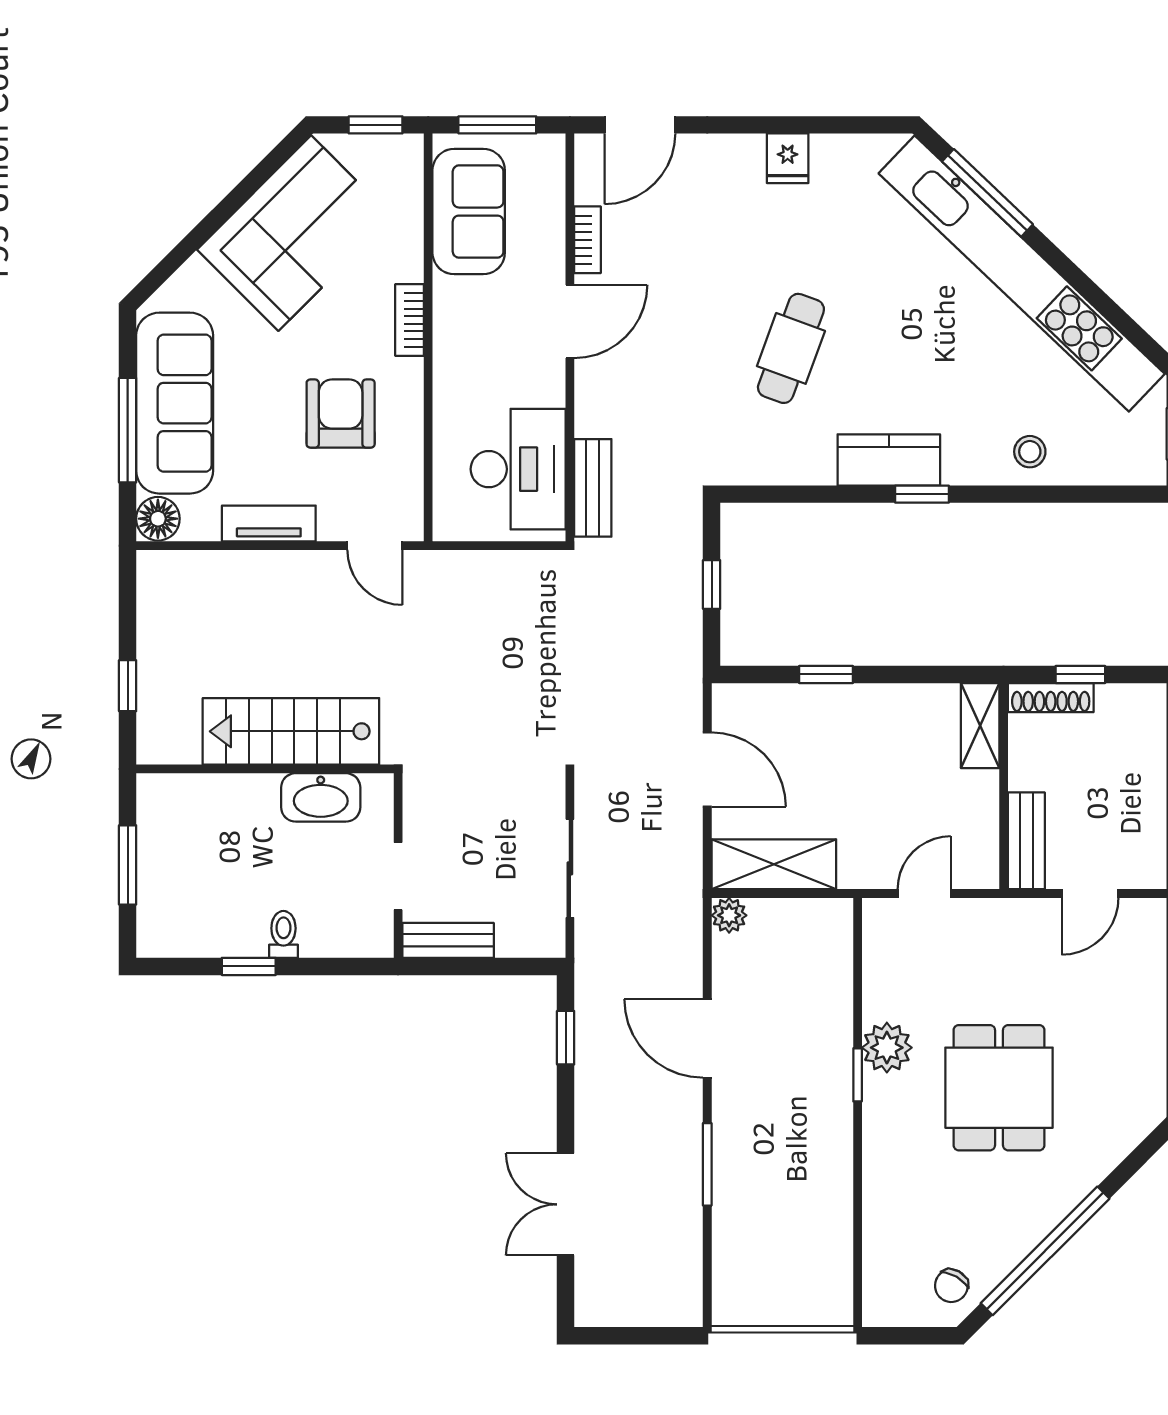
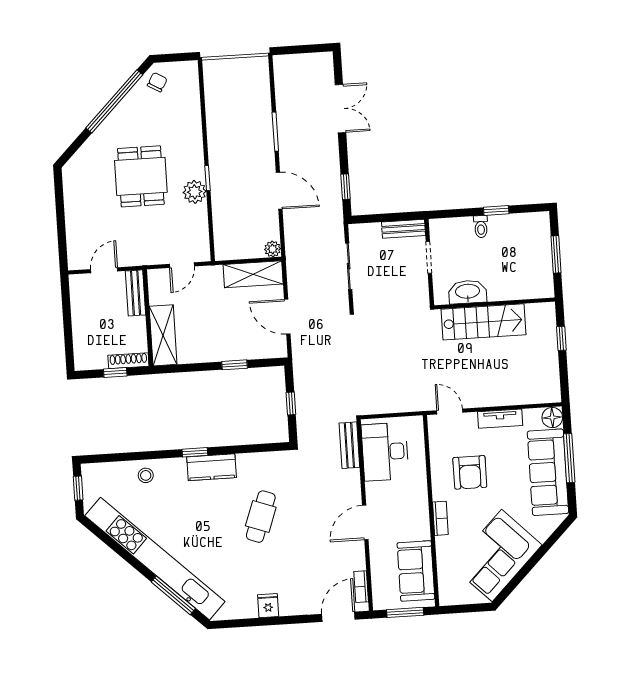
window: (376, 125) -> (462, 609), removed
bookcase: (587, 240) -> (361, 587), moved
shelving: (980, 726) -> (163, 335), width x1.50, depth x1.33

